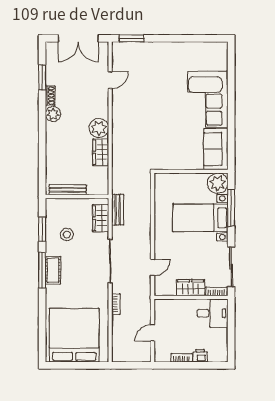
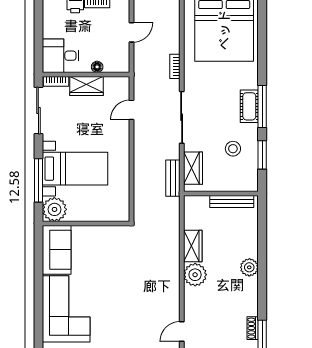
shoe rack: (50, 96) -> (253, 328), moved
plant: (53, 114) -> (249, 267), moved
floor lamp: (182, 304) -> (97, 67), added

